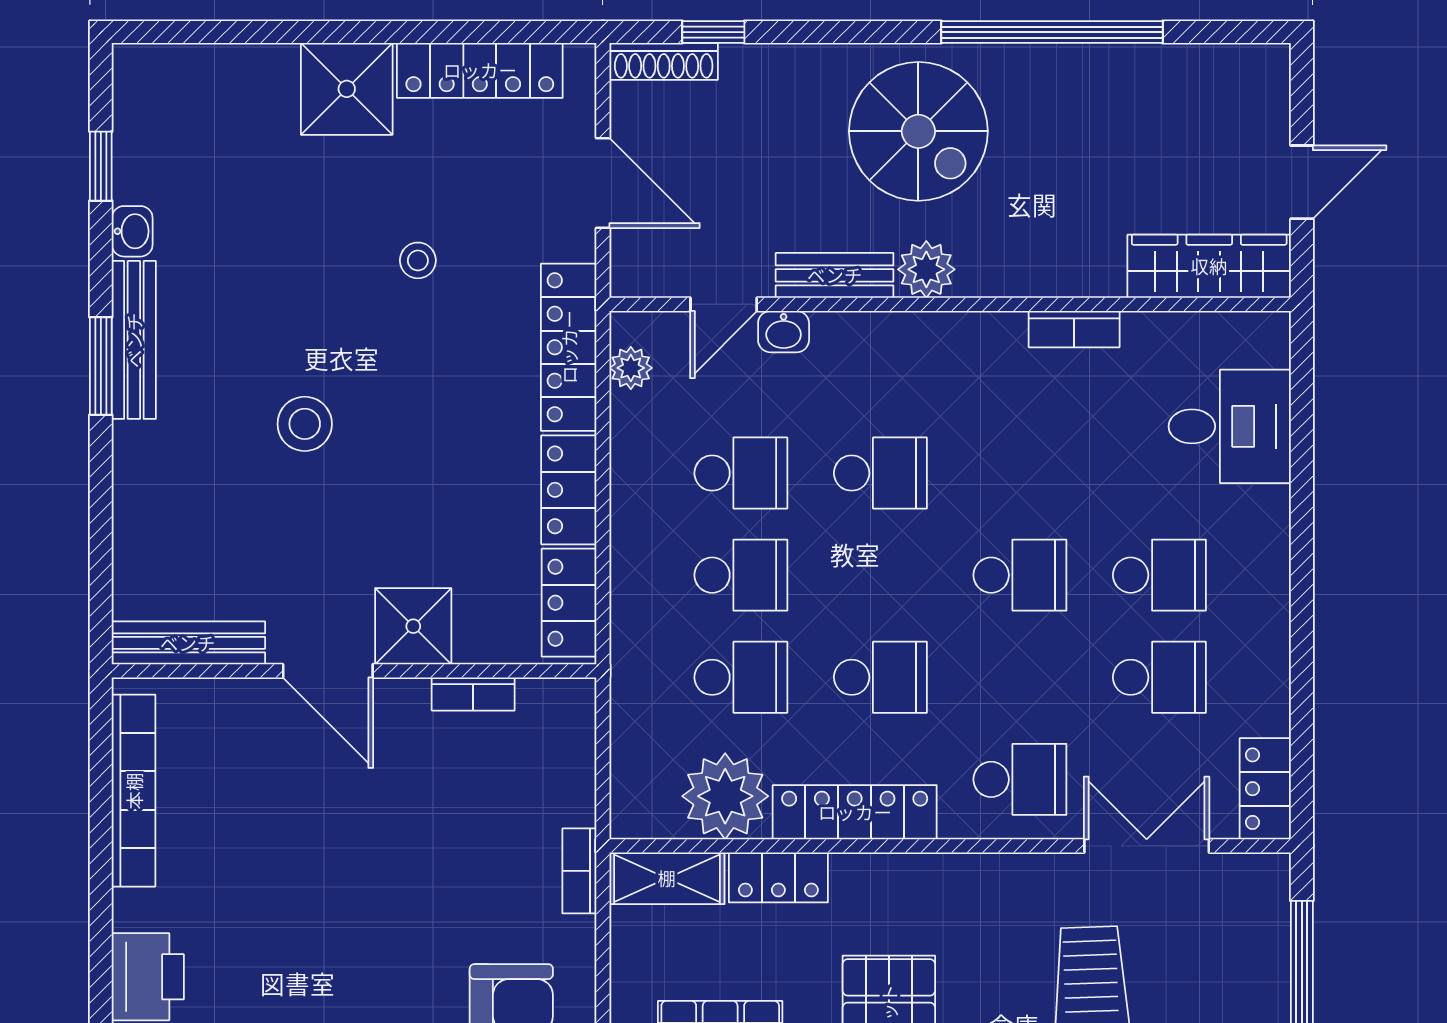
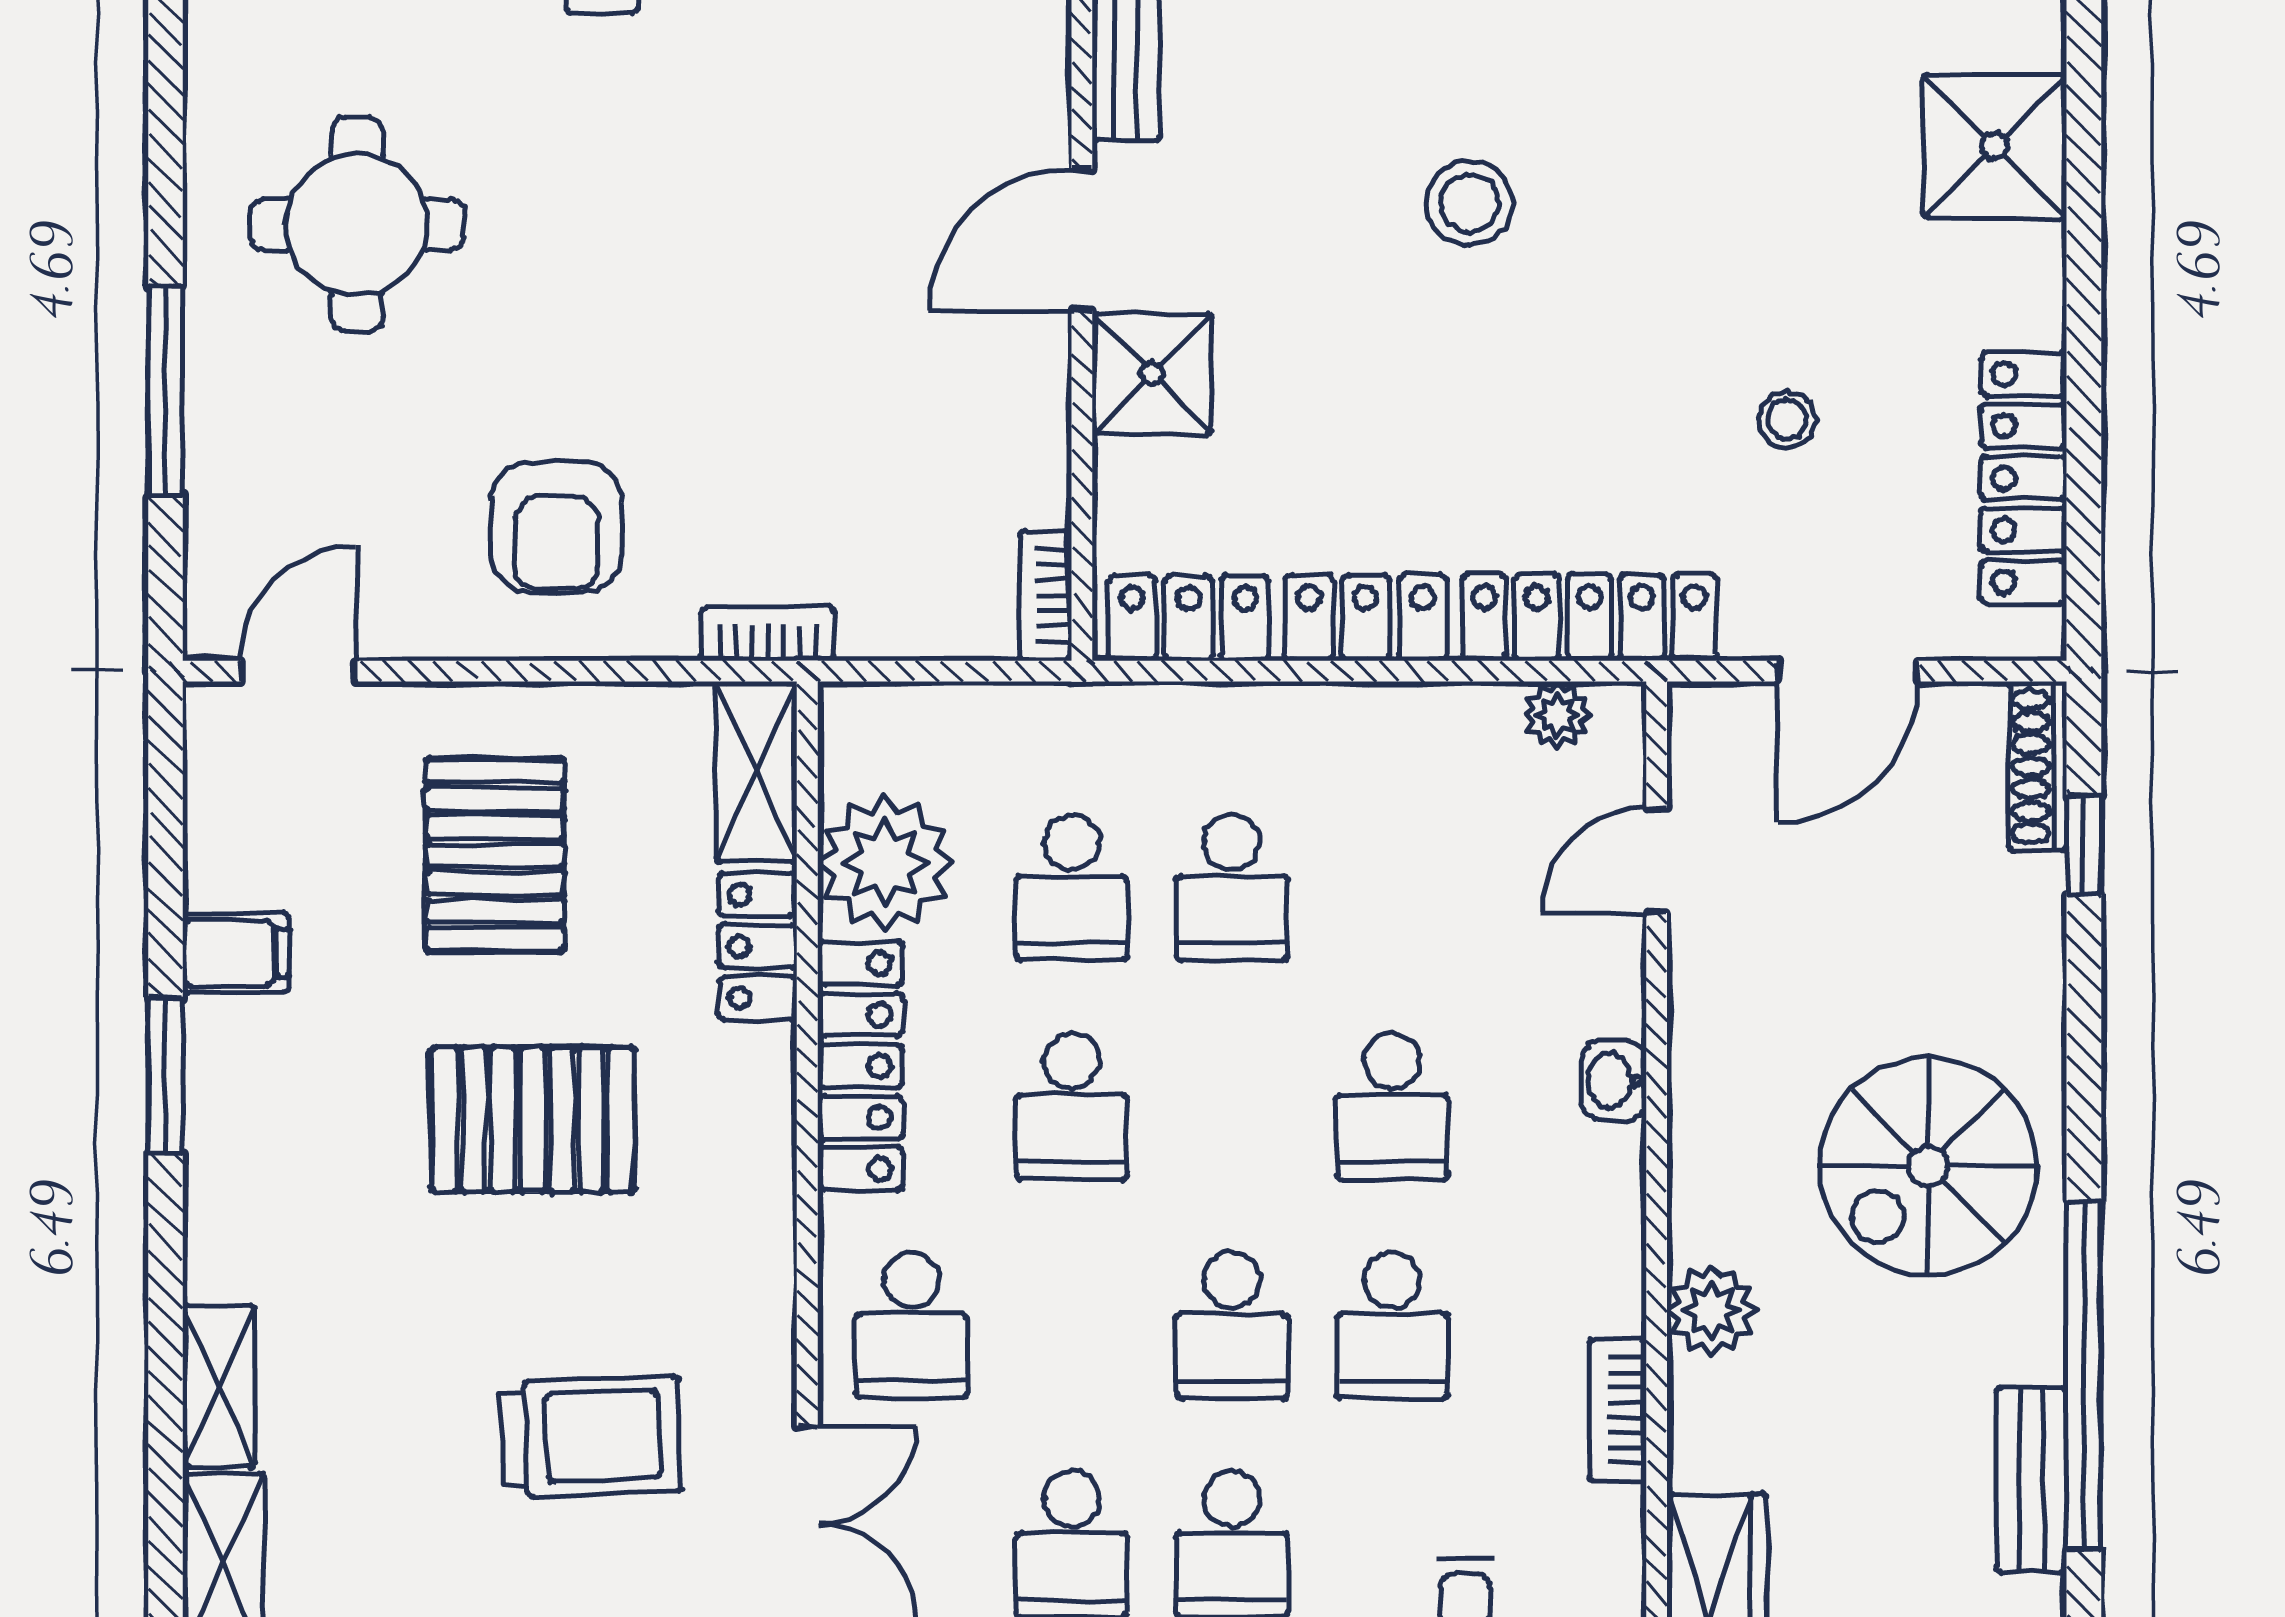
shower: (347, 89) -> (1995, 146), moved
stool: (418, 260) -> (1787, 419), moved
plant: (926, 269) -> (1712, 1310), moved
bench: (835, 275) -> (2031, 1480), moved
door: (724, 304) -> (1657, 860), hinge flipped
washbasin: (784, 332) -> (1614, 1080), moved
school desk: (741, 473) -> (1392, 1325), moved
bookcase: (473, 694) -> (1045, 596), moved

